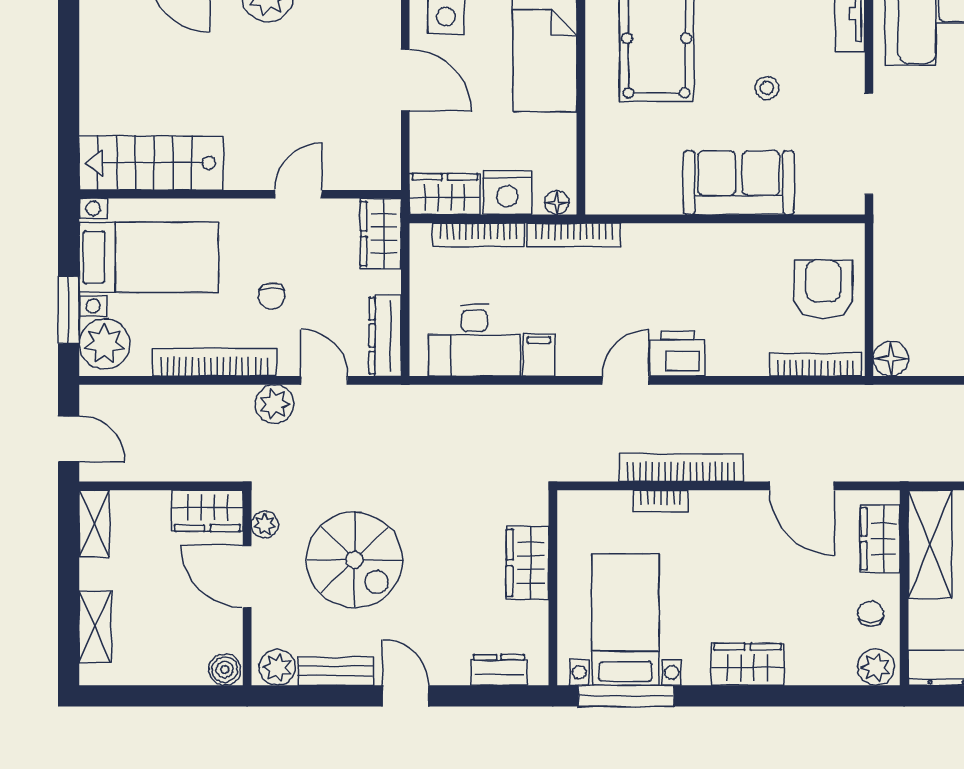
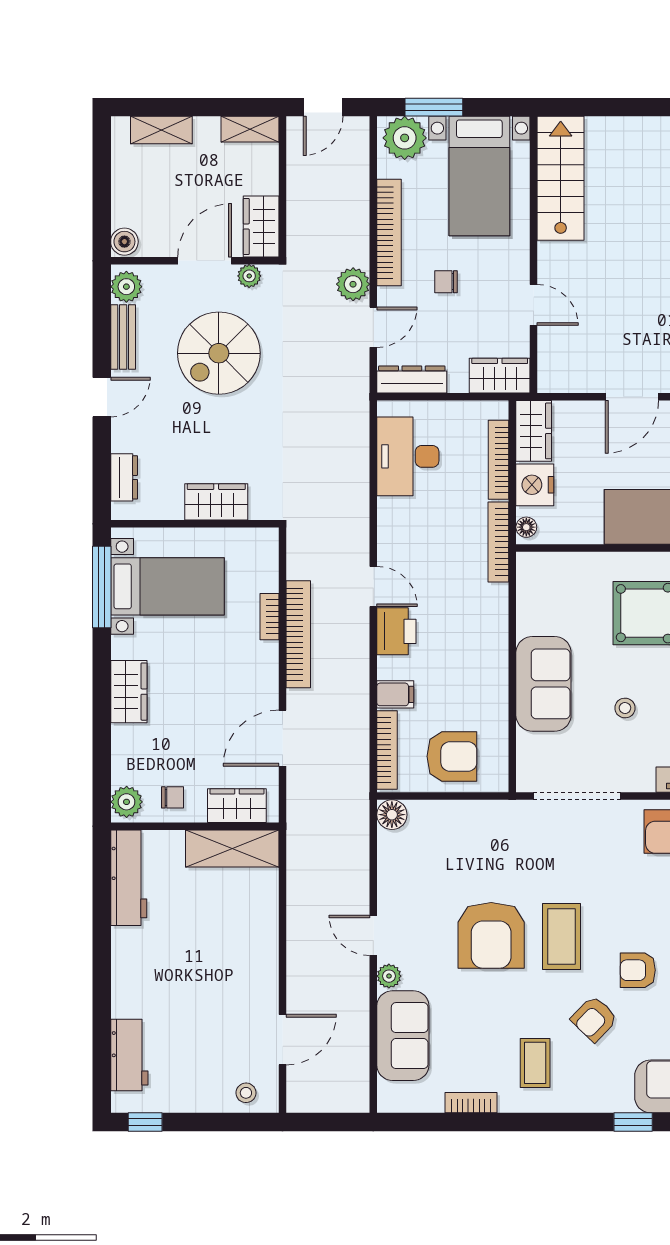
filing cabinet: (539, 355) -> (395, 694), moved

